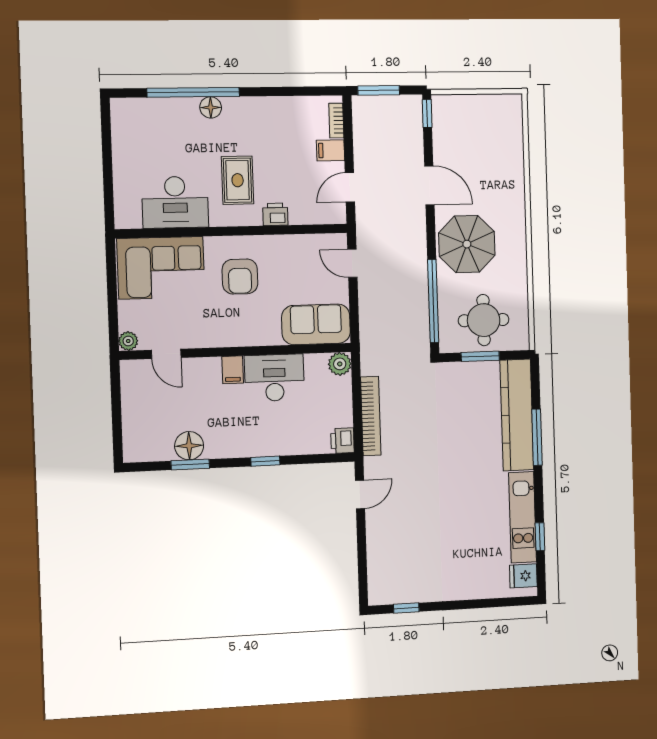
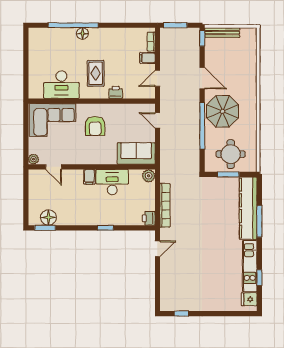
bench: (462, 103) -> (222, 33), added
window: (433, 301) -> (202, 126), moved
floor lamp: (189, 446) -> (49, 217), moved
window: (190, 465) -> (45, 228), moved

